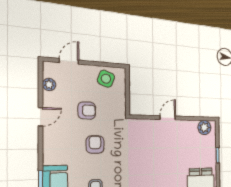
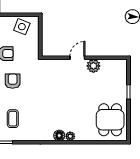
plant: (204, 127) -> (93, 66), moved

